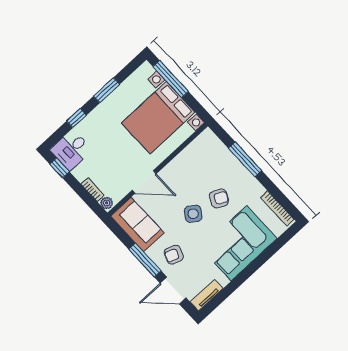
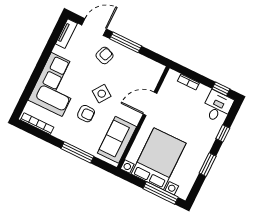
armchair: (219, 198) -> (86, 114), turned -117
plant: (107, 203) -> (173, 76), removed
sofa: (137, 224) -> (117, 140), moved, turned 90

